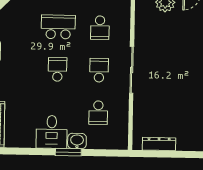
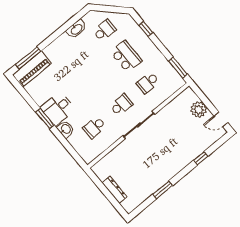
school desk: (57, 69) -> (105, 30), moved
dresser: (159, 144) -> (114, 190), moved
window: (68, 152) -> (45, 119), moved

